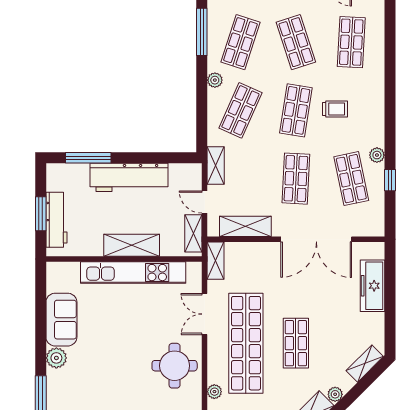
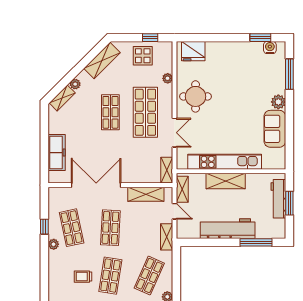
shop shelf: (246, 343) -> (145, 112), width x0.71
plant: (335, 394) -> (75, 84), moved

